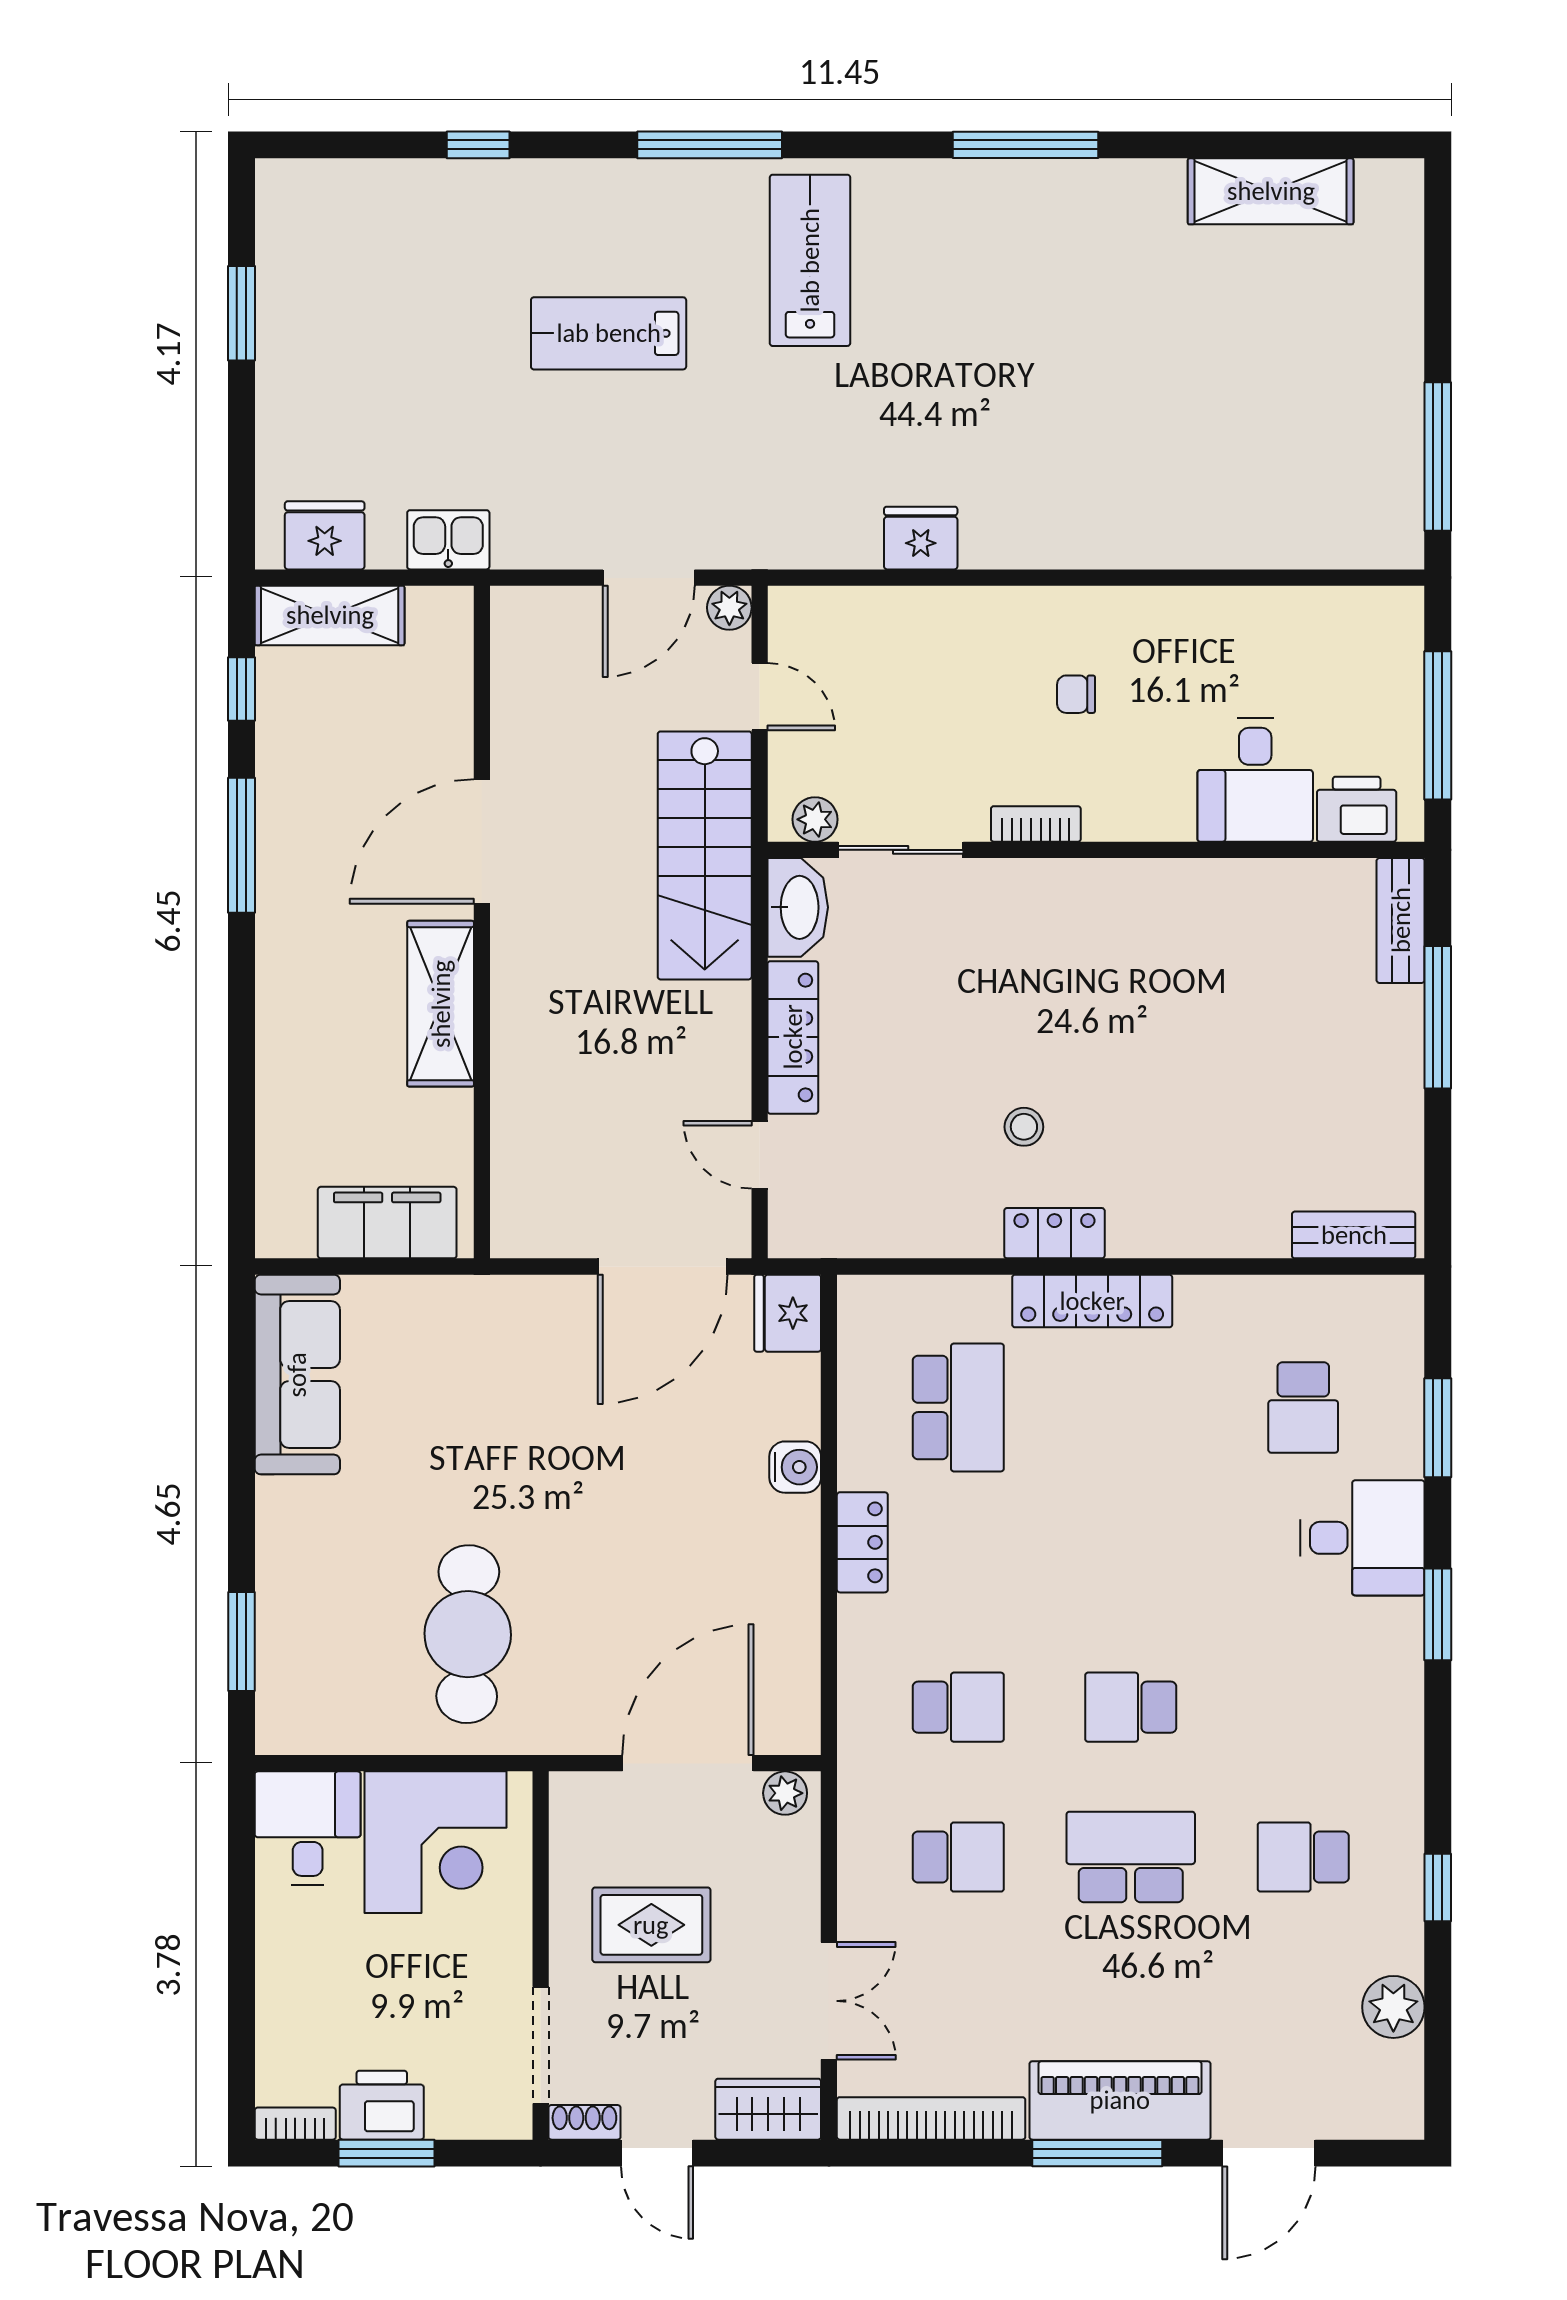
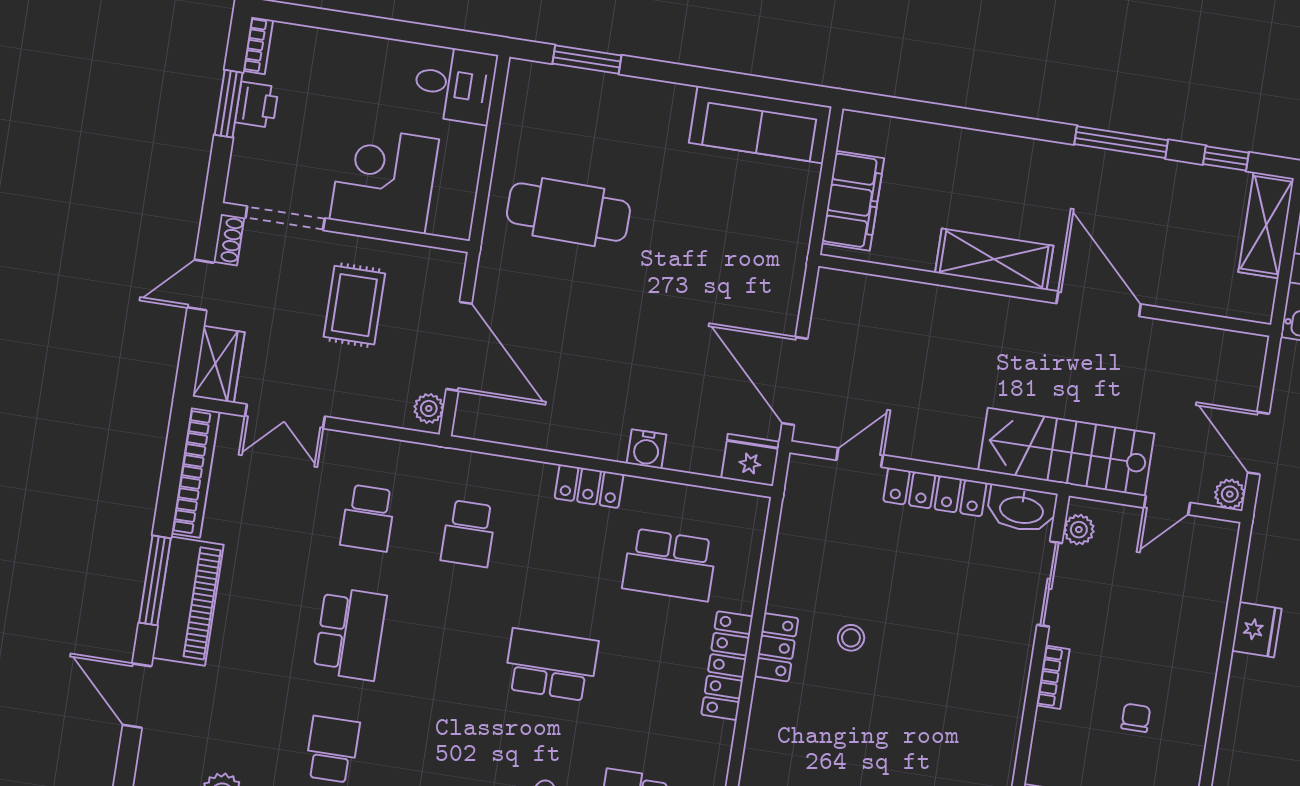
school desk: (1131, 1707) -> (551, 665), moved, width x1.85
corner desk: (436, 1842) -> (384, 179), moved, turned 90
printer: (382, 2105) -> (257, 105), width x0.73, depth x0.81

